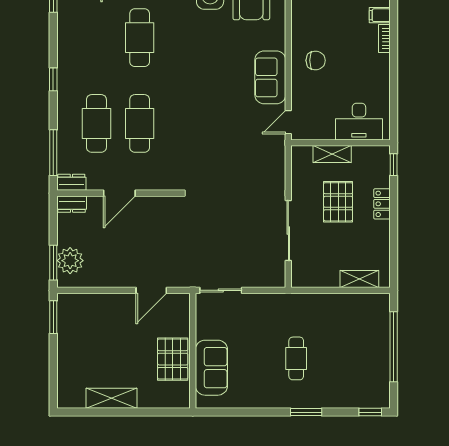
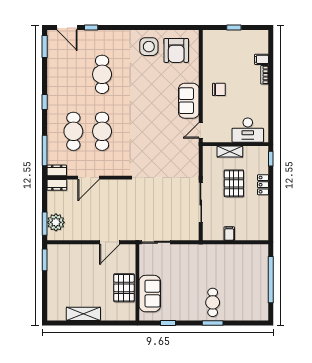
filing cabinet: (331, 277) -> (229, 234), added
shelving: (359, 279) -> (248, 235), removed
cafe table: (296, 358) -> (213, 302), moved
window: (370, 412) -> (168, 323), moved

